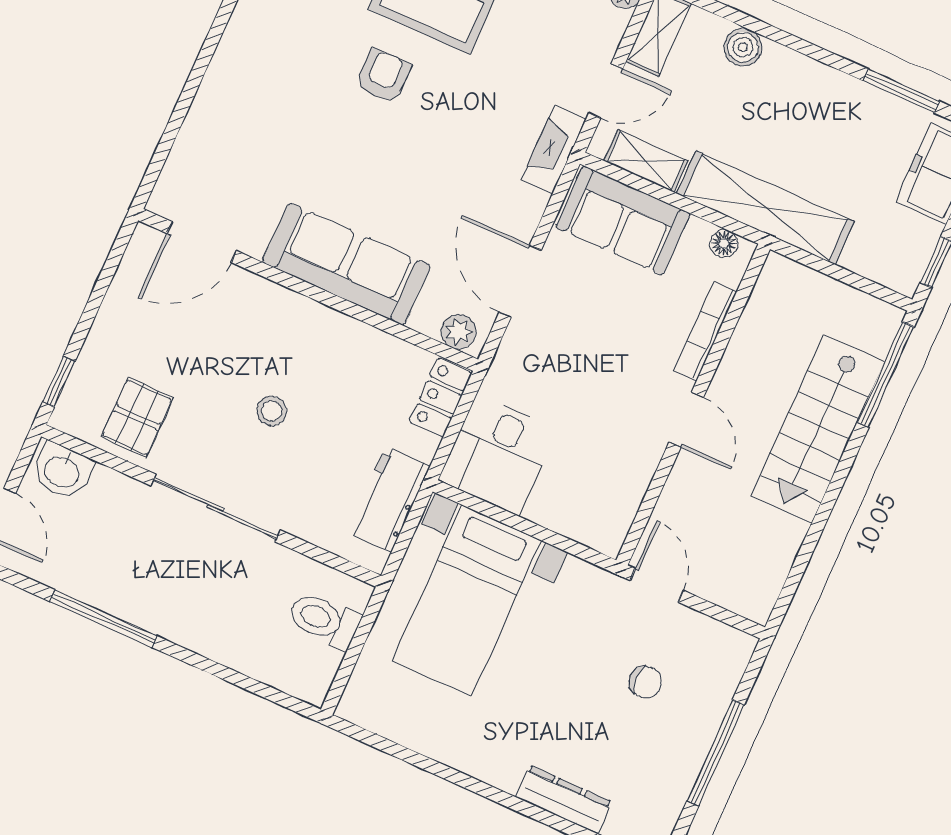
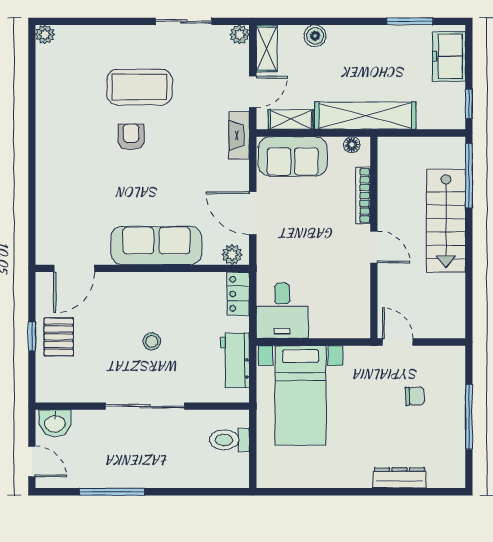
window: (59, 382) -> (32, 336), moved
pallet: (137, 418) -> (59, 337), moved

